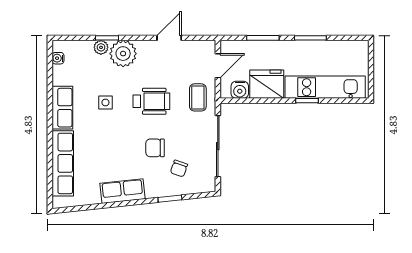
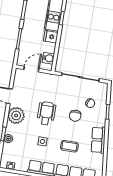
plant: (123, 54) -> (16, 115), moved
door: (218, 66) -> (31, 69), hinge flipped
fridge: (267, 84) -> (51, 37), width x0.53, depth x0.75
coffee table: (198, 97) -> (69, 146), moved

